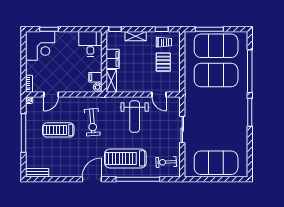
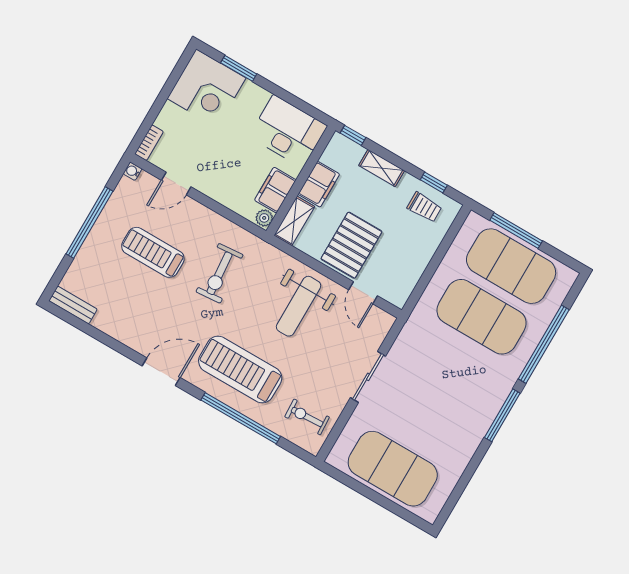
desk: (90, 44) -> (288, 131), width x1.37
pallet: (163, 62) -> (351, 245), moved, width x1.50, depth x1.42
filing cabinet: (95, 77) -> (275, 190), width x2.00

